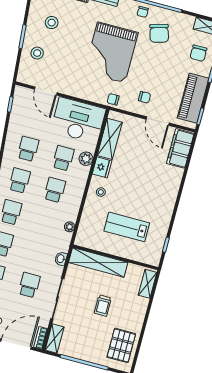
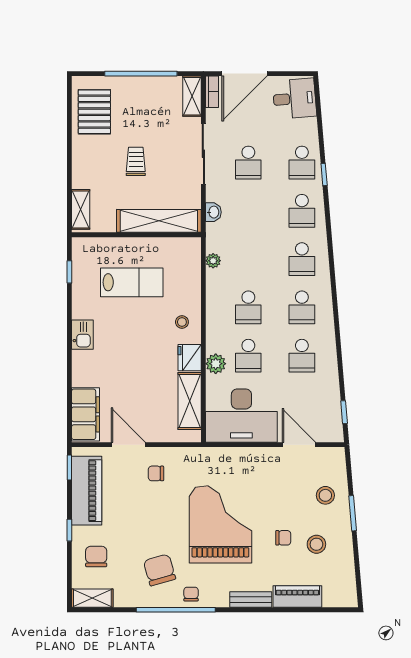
chair: (113, 99) -> (283, 538), moved
kitchen sink: (168, 201) -> (82, 335), added

